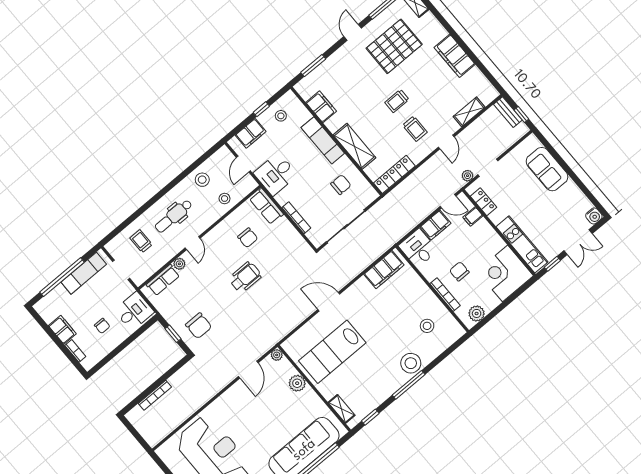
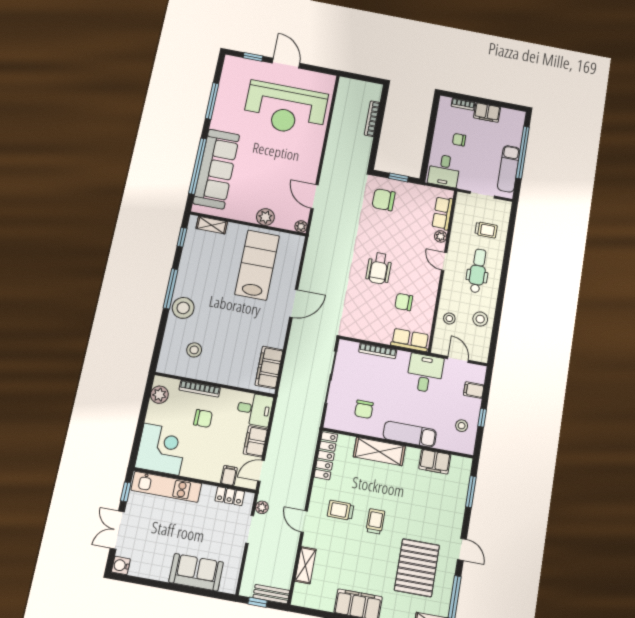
filing cabinet: (251, 133) -> (474, 390), width x0.50

